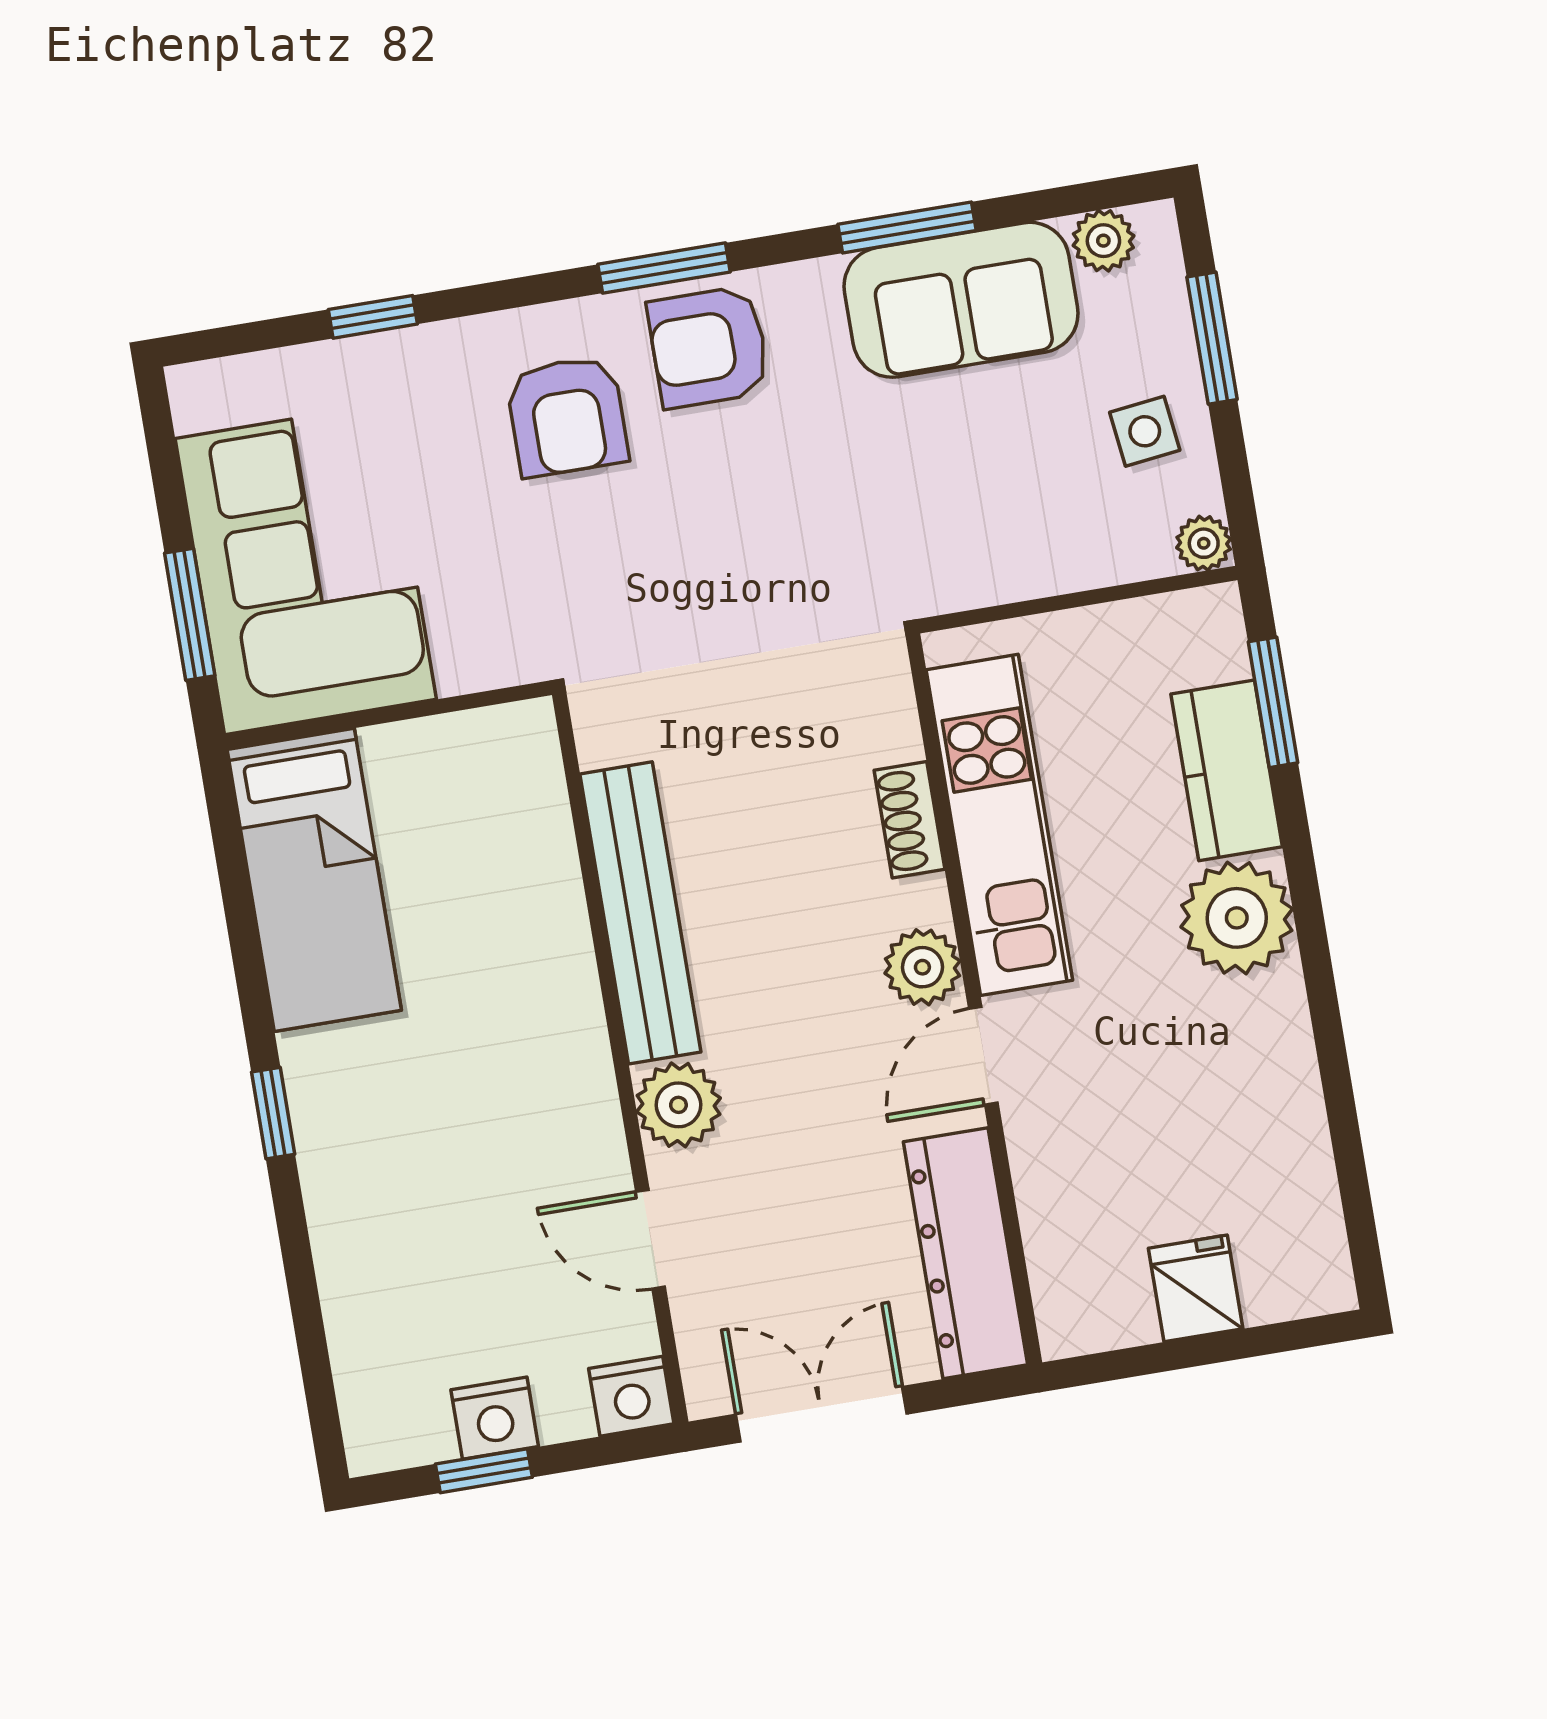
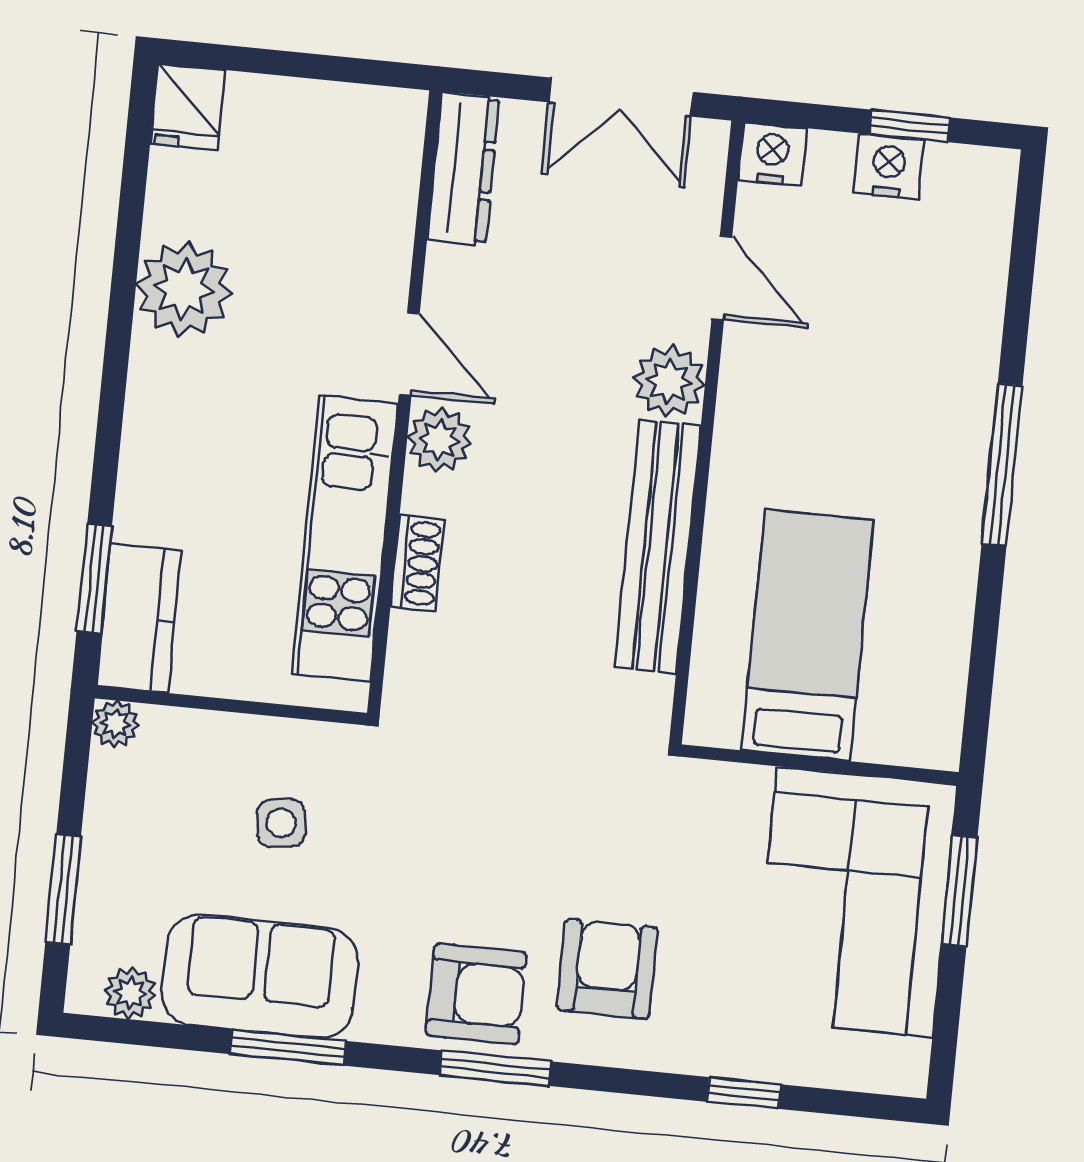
side table: (1145, 431) -> (281, 823), moved
kitchen counter: (1227, 770) -> (139, 618), moved
bed: (314, 880) -> (807, 635), moved
plant: (1237, 918) -> (184, 289), moved
door: (983, 1056) -> (409, 354), hinge flipped
window: (273, 1113) -> (1002, 465), width x2.17
dresser: (965, 1253) -> (463, 169), width x0.73, depth x0.80
fridge: (1196, 1288) -> (188, 107), moved

